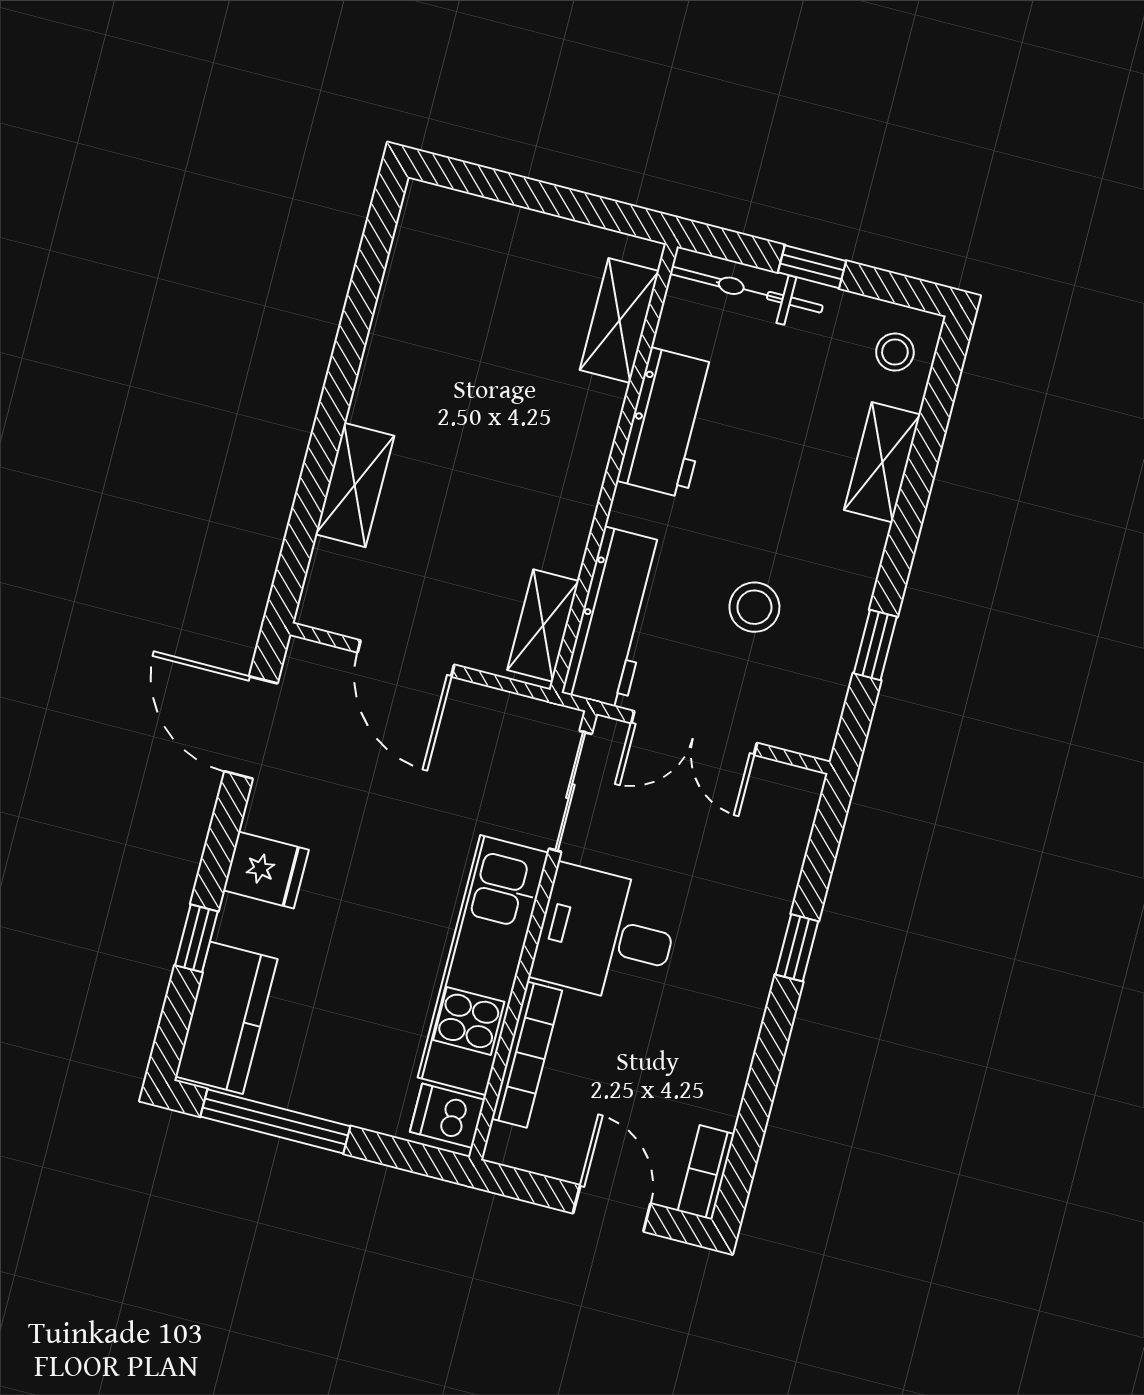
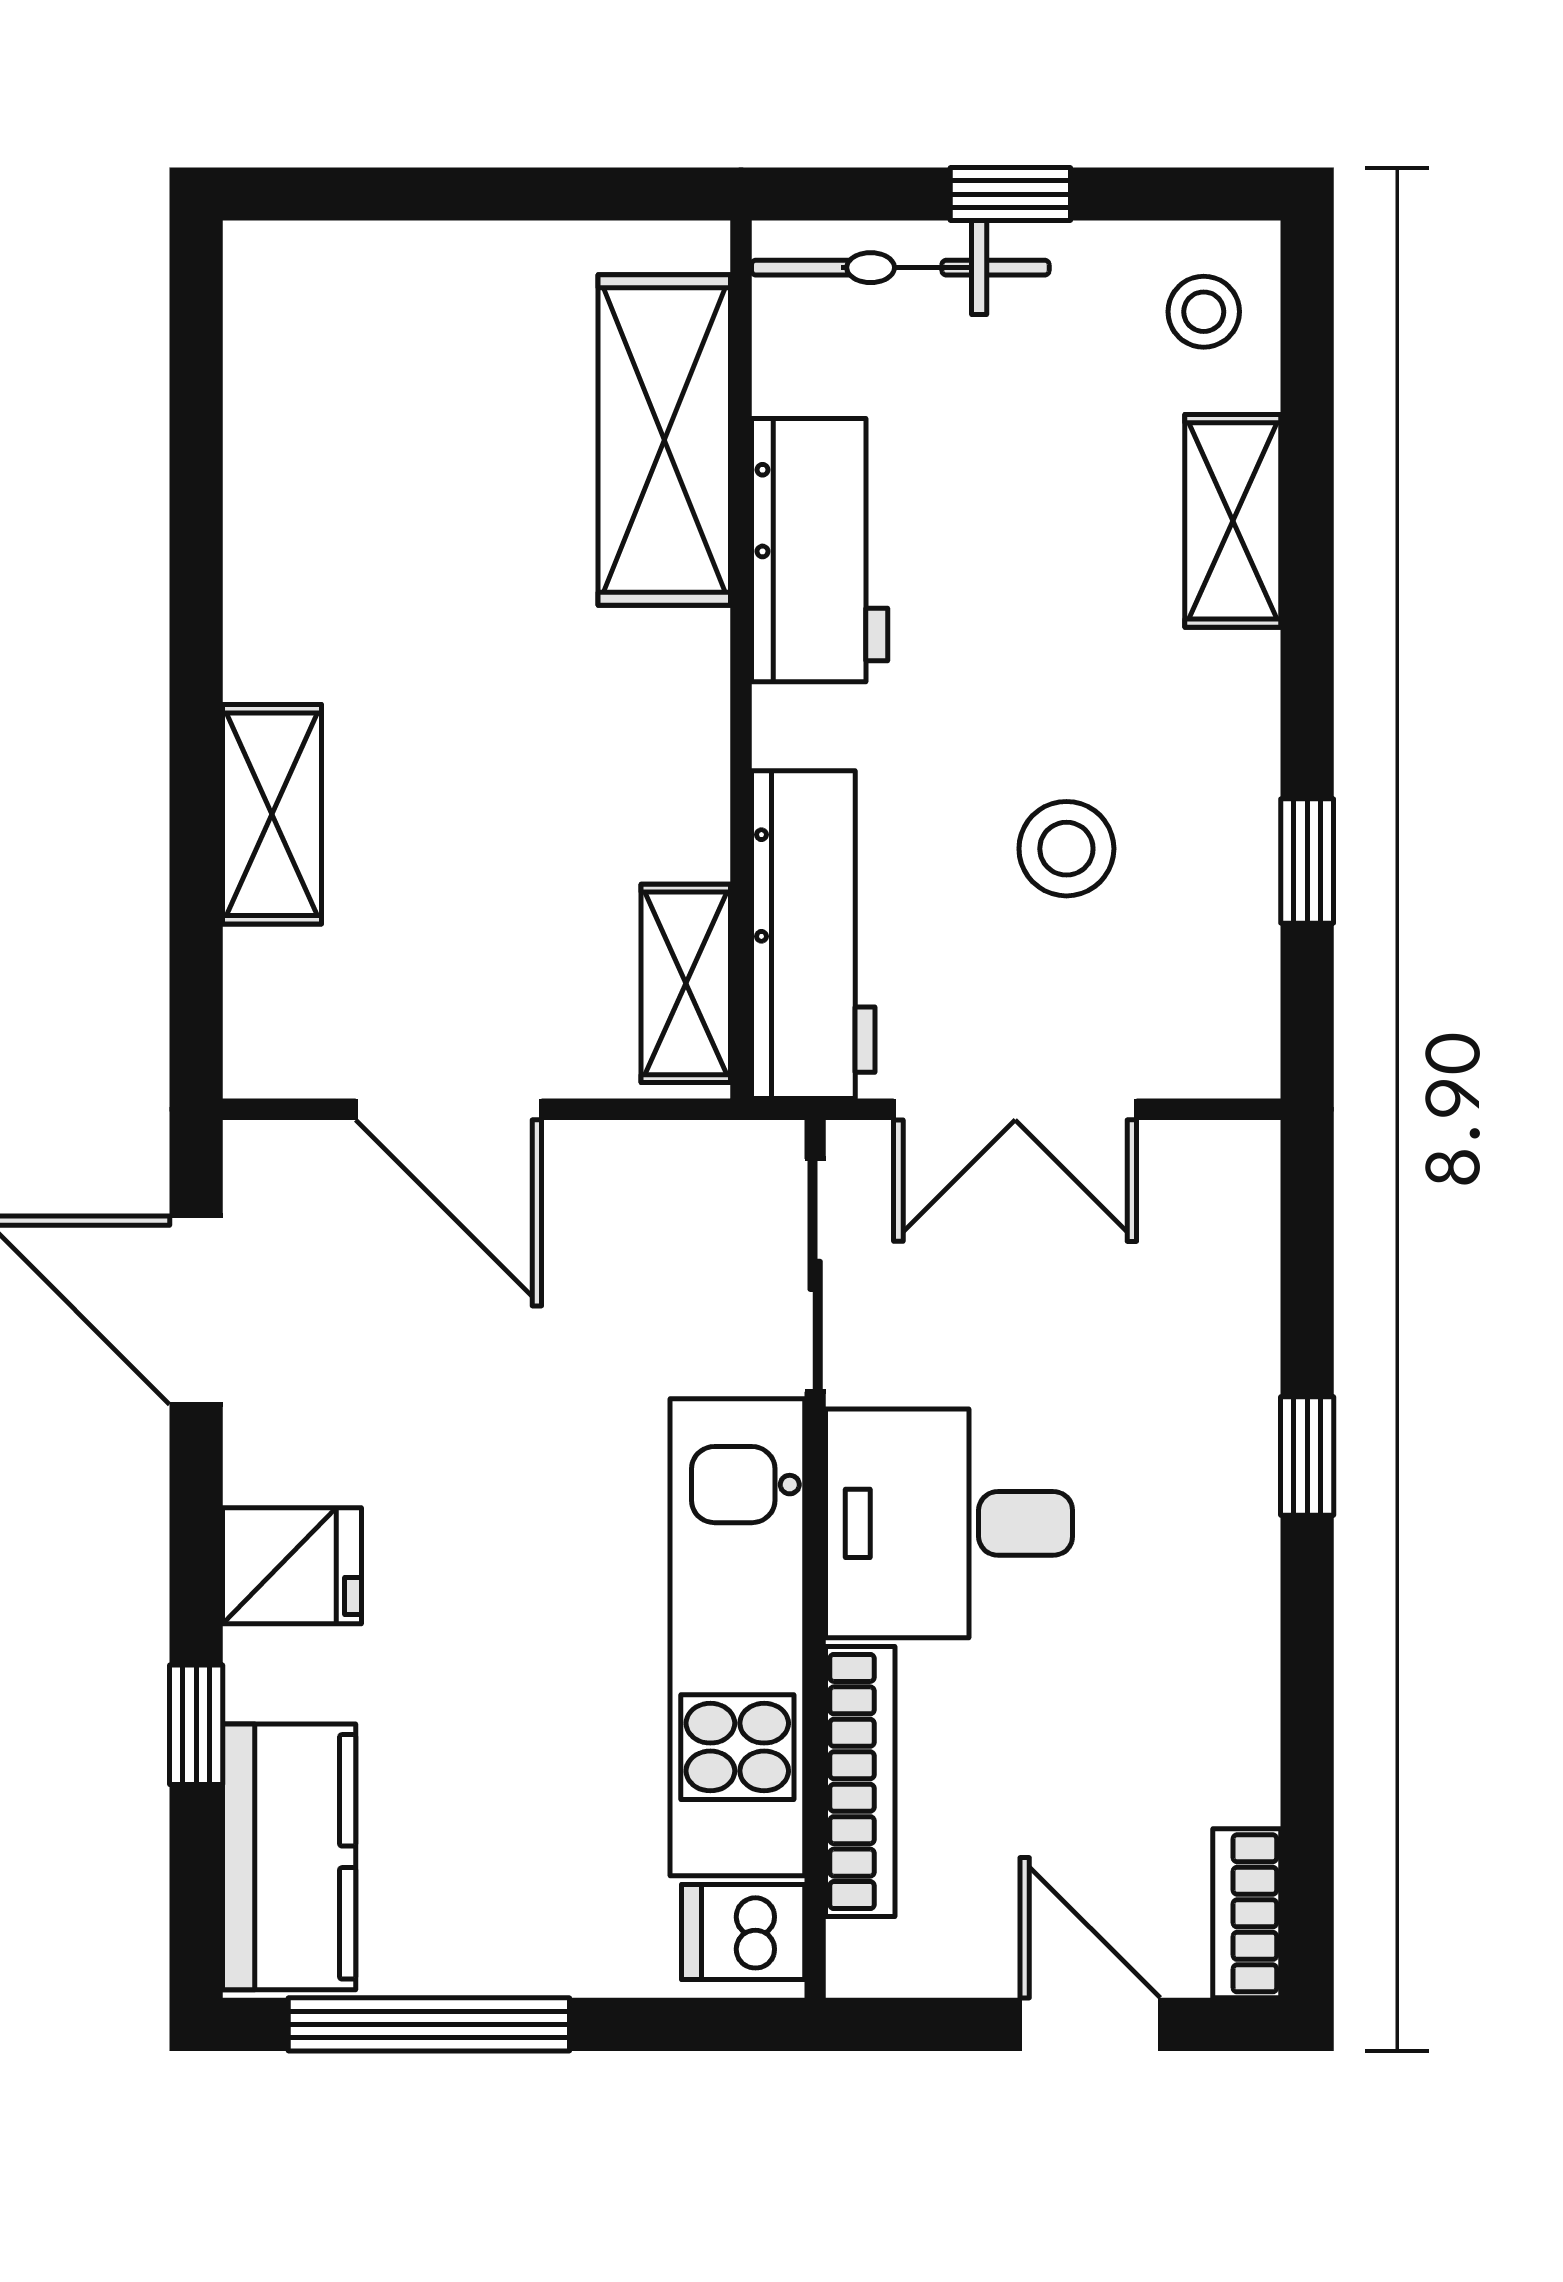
shelving: (619, 320) -> (664, 440), width x1.50, depth x1.33

